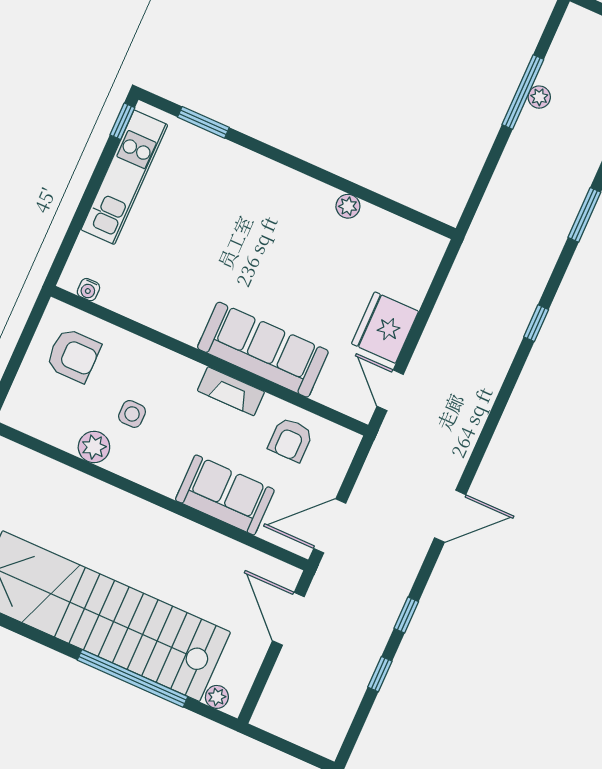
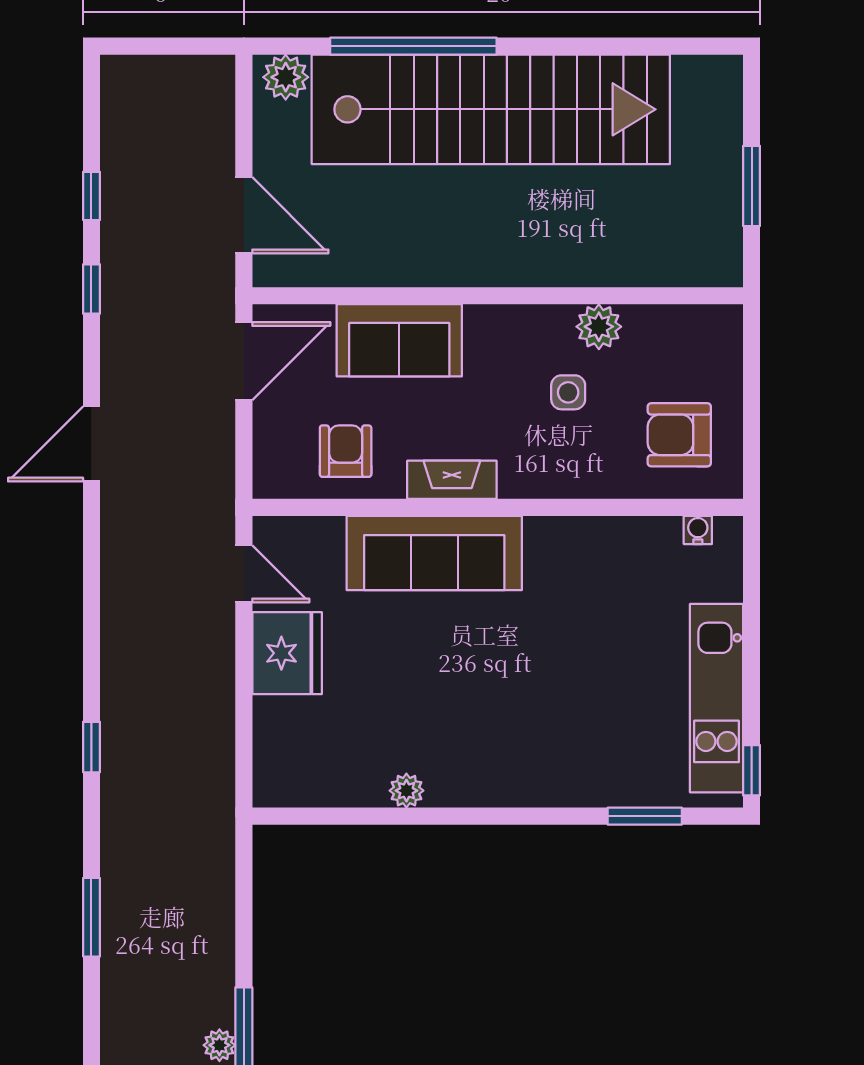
plant: (217, 697) -> (286, 77), width x1.38, depth x1.38

